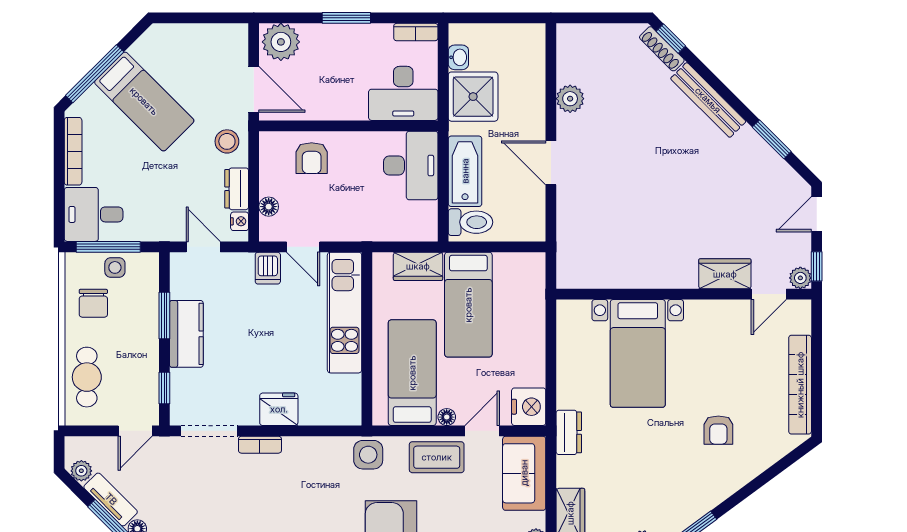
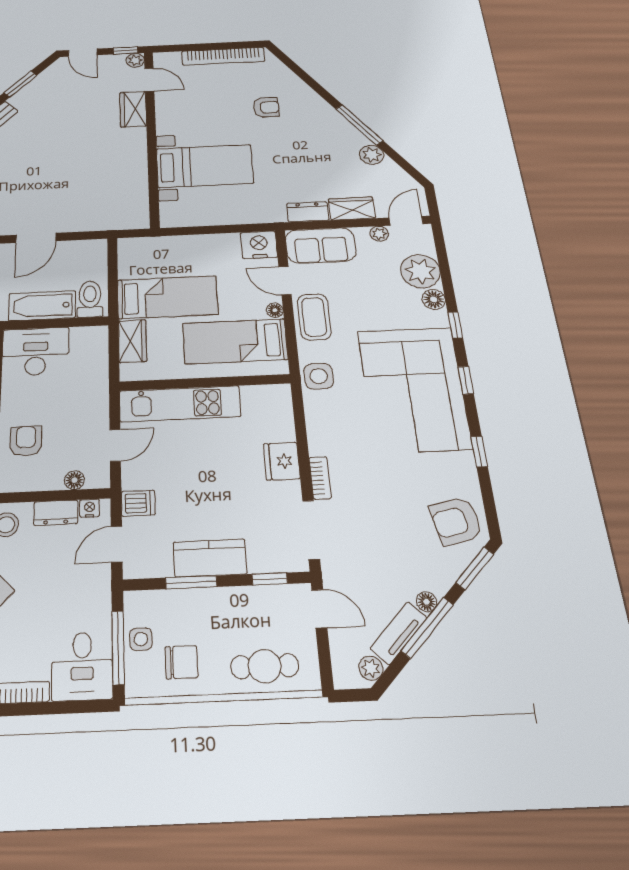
armchair: (312, 158) -> (26, 441), turned -90
dishwasher: (268, 268) -> (138, 503), moved
dresser: (569, 432) -> (308, 212), moved

